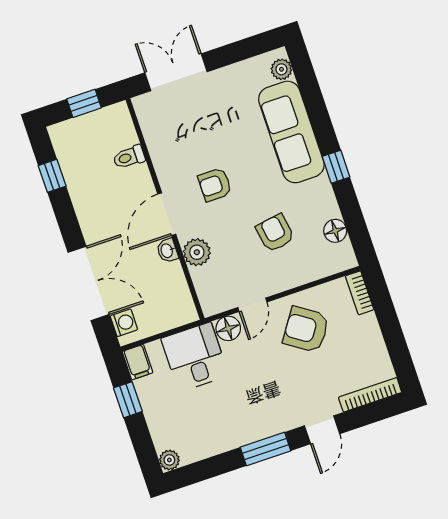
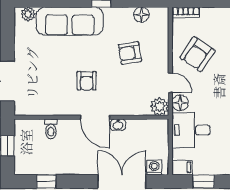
plant: (197, 252) -> (160, 106), moved

